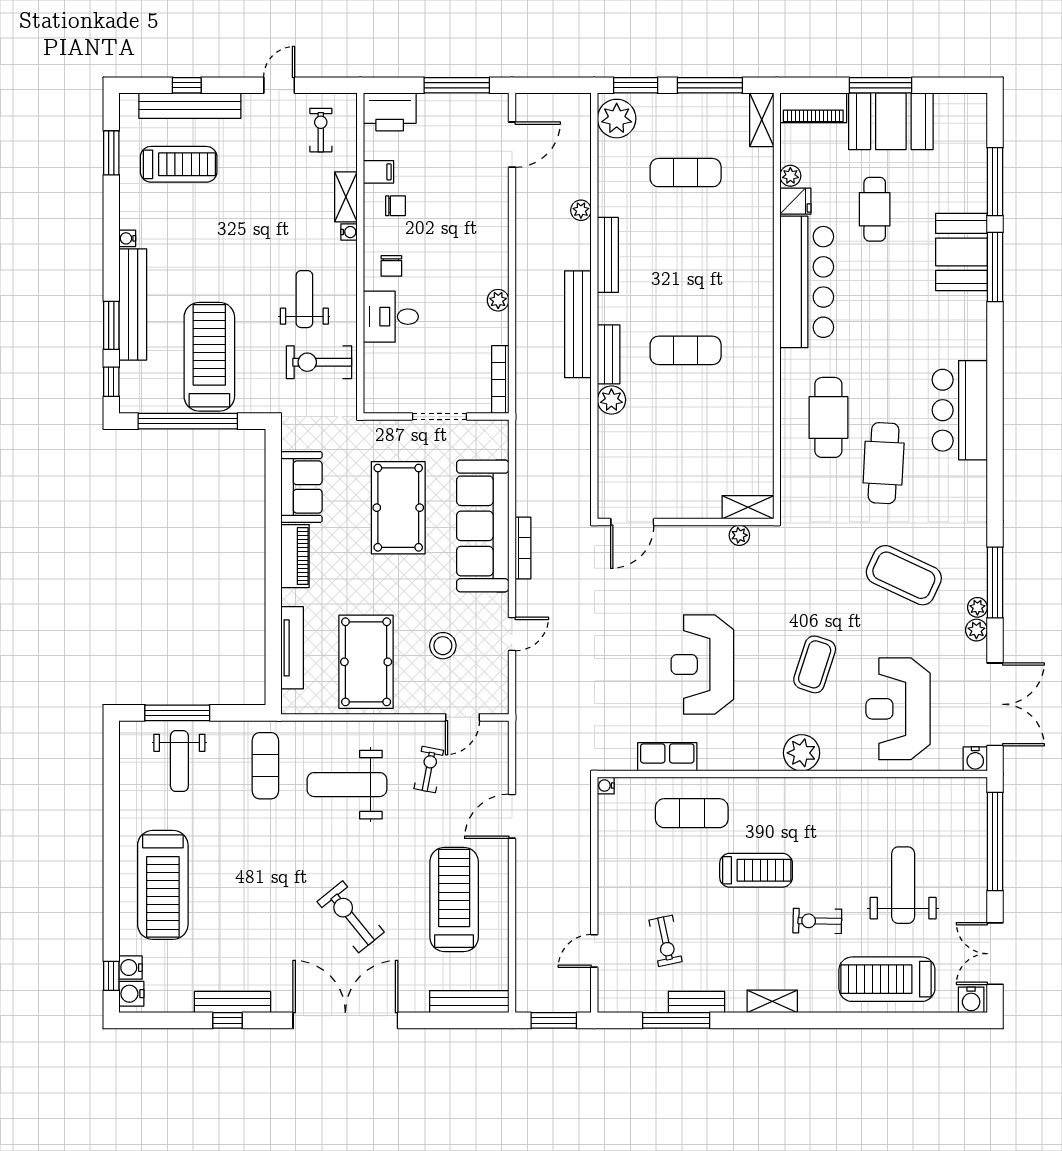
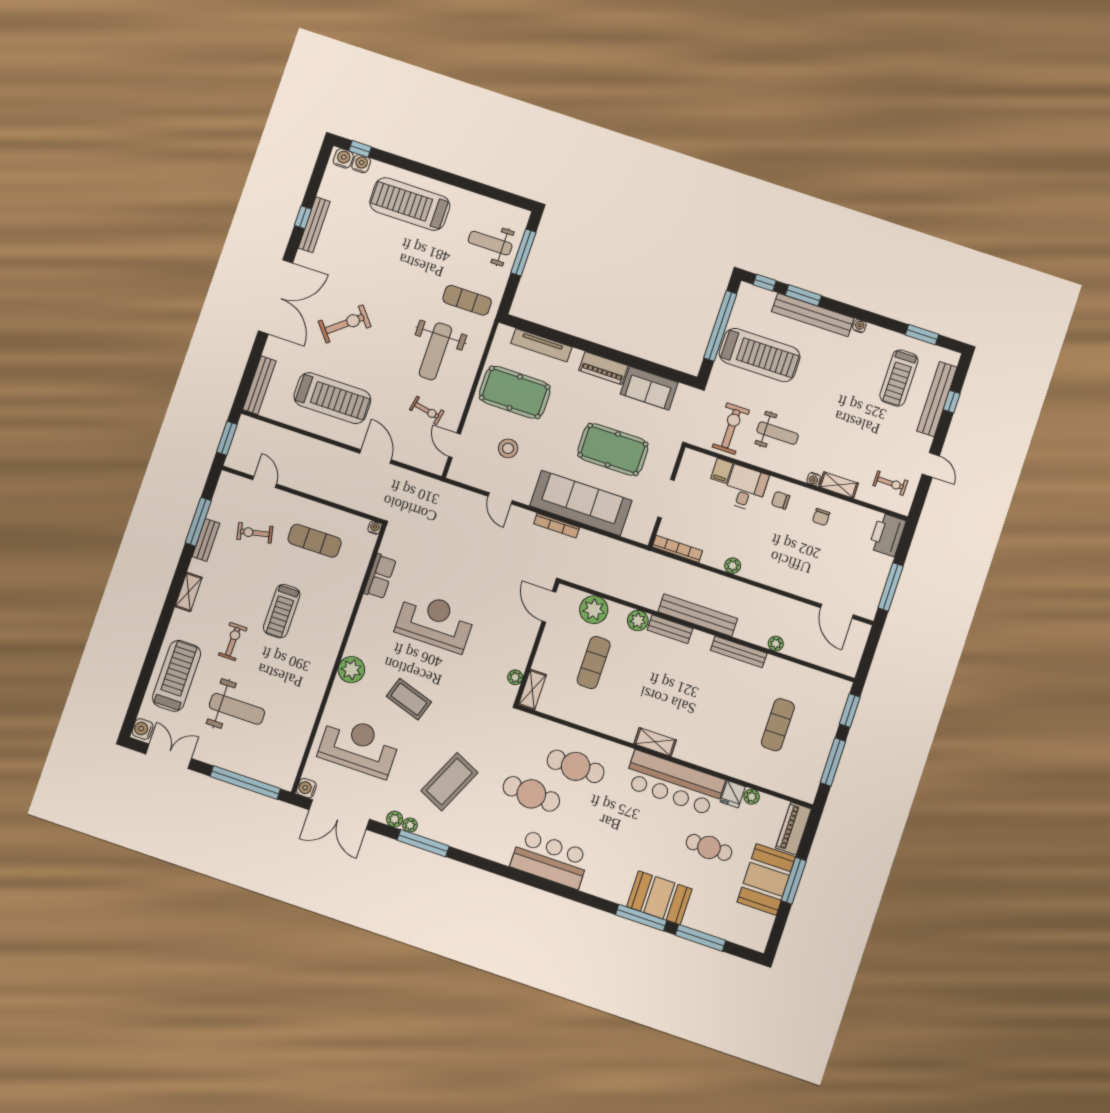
plant: (617, 119) -> (594, 610), moved
shelving: (762, 120) -> (655, 742), moved
filing cabinet: (378, 172) -> (722, 471), moved
exercise mat: (686, 350) -> (594, 663), moved
weight bench: (347, 785) -> (435, 351), turned 180
exercise mat: (692, 813) -> (315, 541), moved, turned 90

